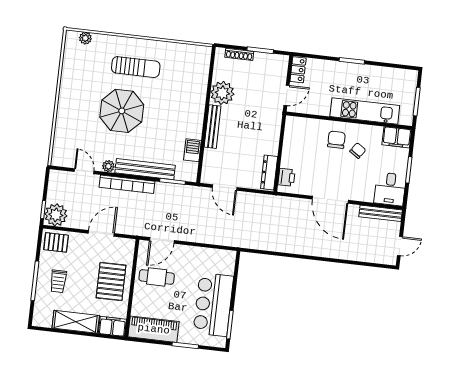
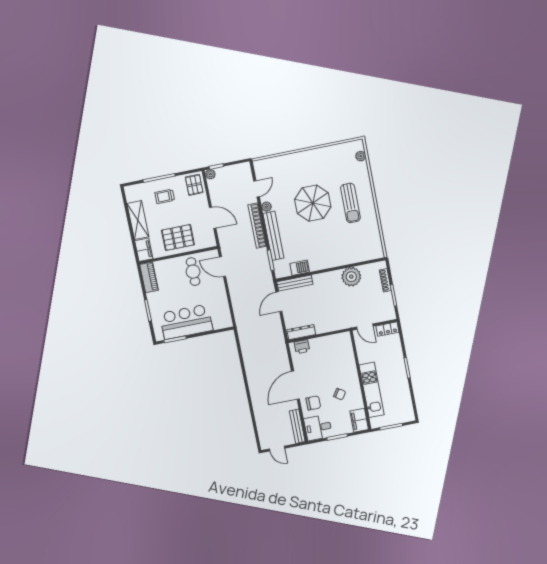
bench: (213, 127) -> (295, 283), moved
chair: (336, 140) -> (313, 403), moved
plant: (56, 215) -> (210, 174), width x0.53, depth x0.53
piano: (154, 329) -> (149, 277), width x0.73, depth x0.75

